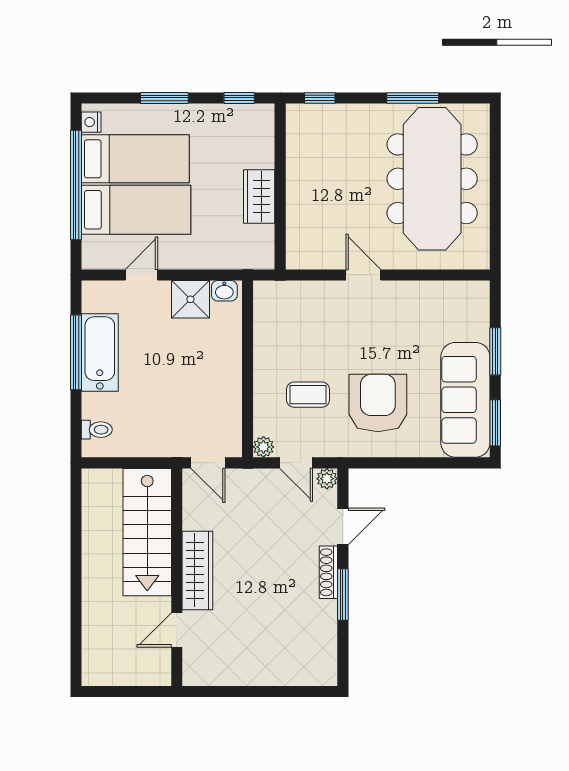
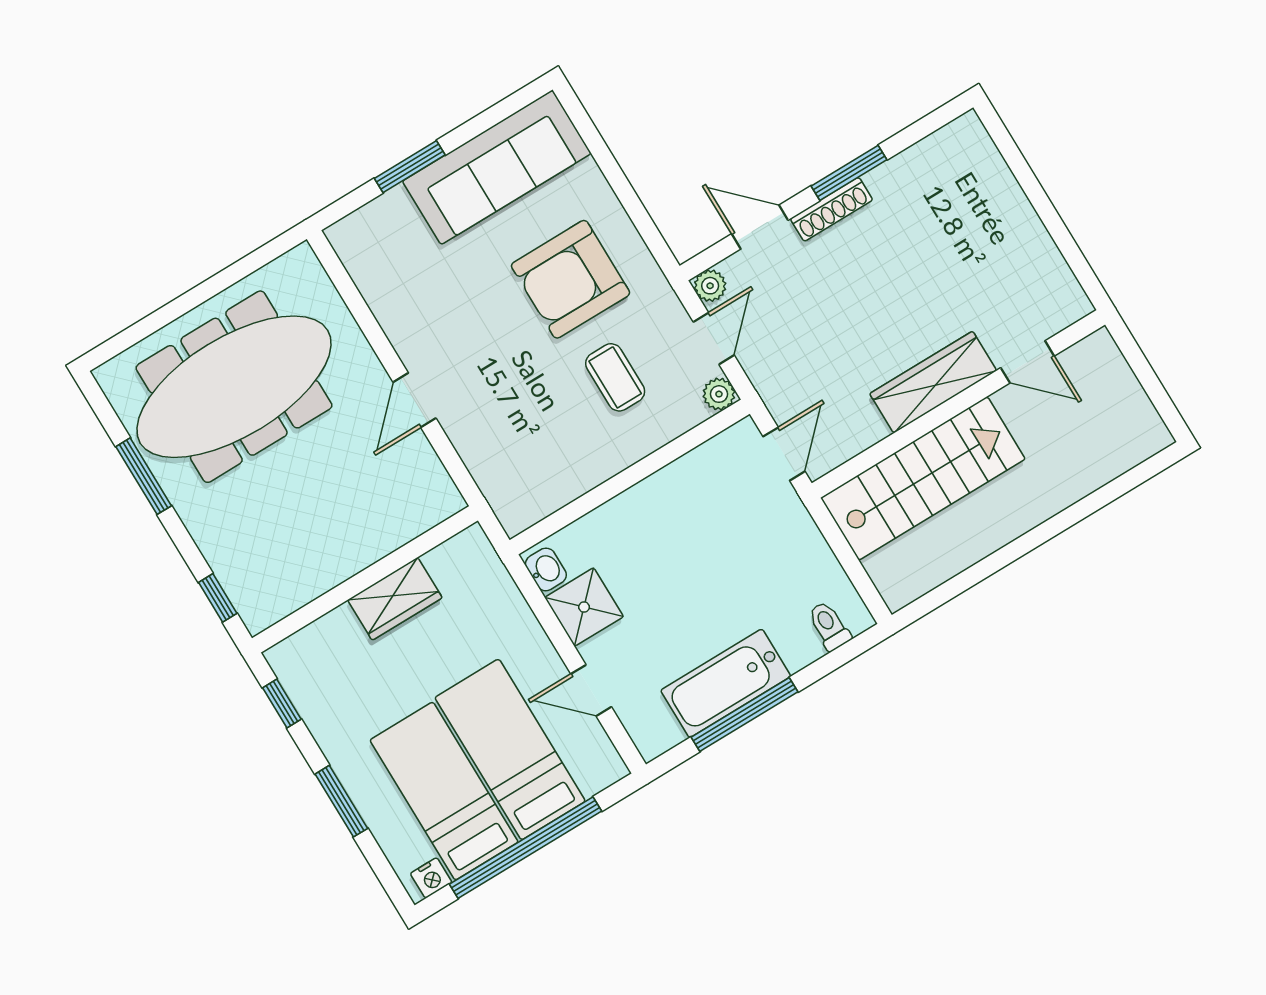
window: (495, 423) -> (503, 110), removed

